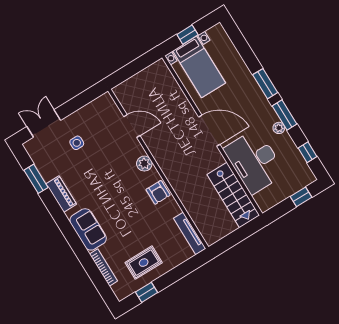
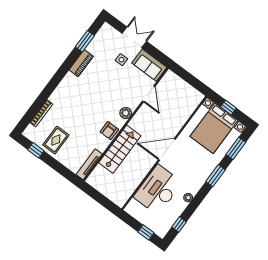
bed with nightstands: (199, 67) -> (214, 128), width x1.36
window: (285, 115) -> (236, 148), moved
double door: (44, 123) -> (134, 37), moved
door: (209, 131) -> (167, 149), swing flipped
stairs: (233, 195) -> (120, 149), moved, turned 180
sofa: (88, 229) -> (149, 65), moved, turned 90
rug: (144, 263) -> (56, 140), turned 90

